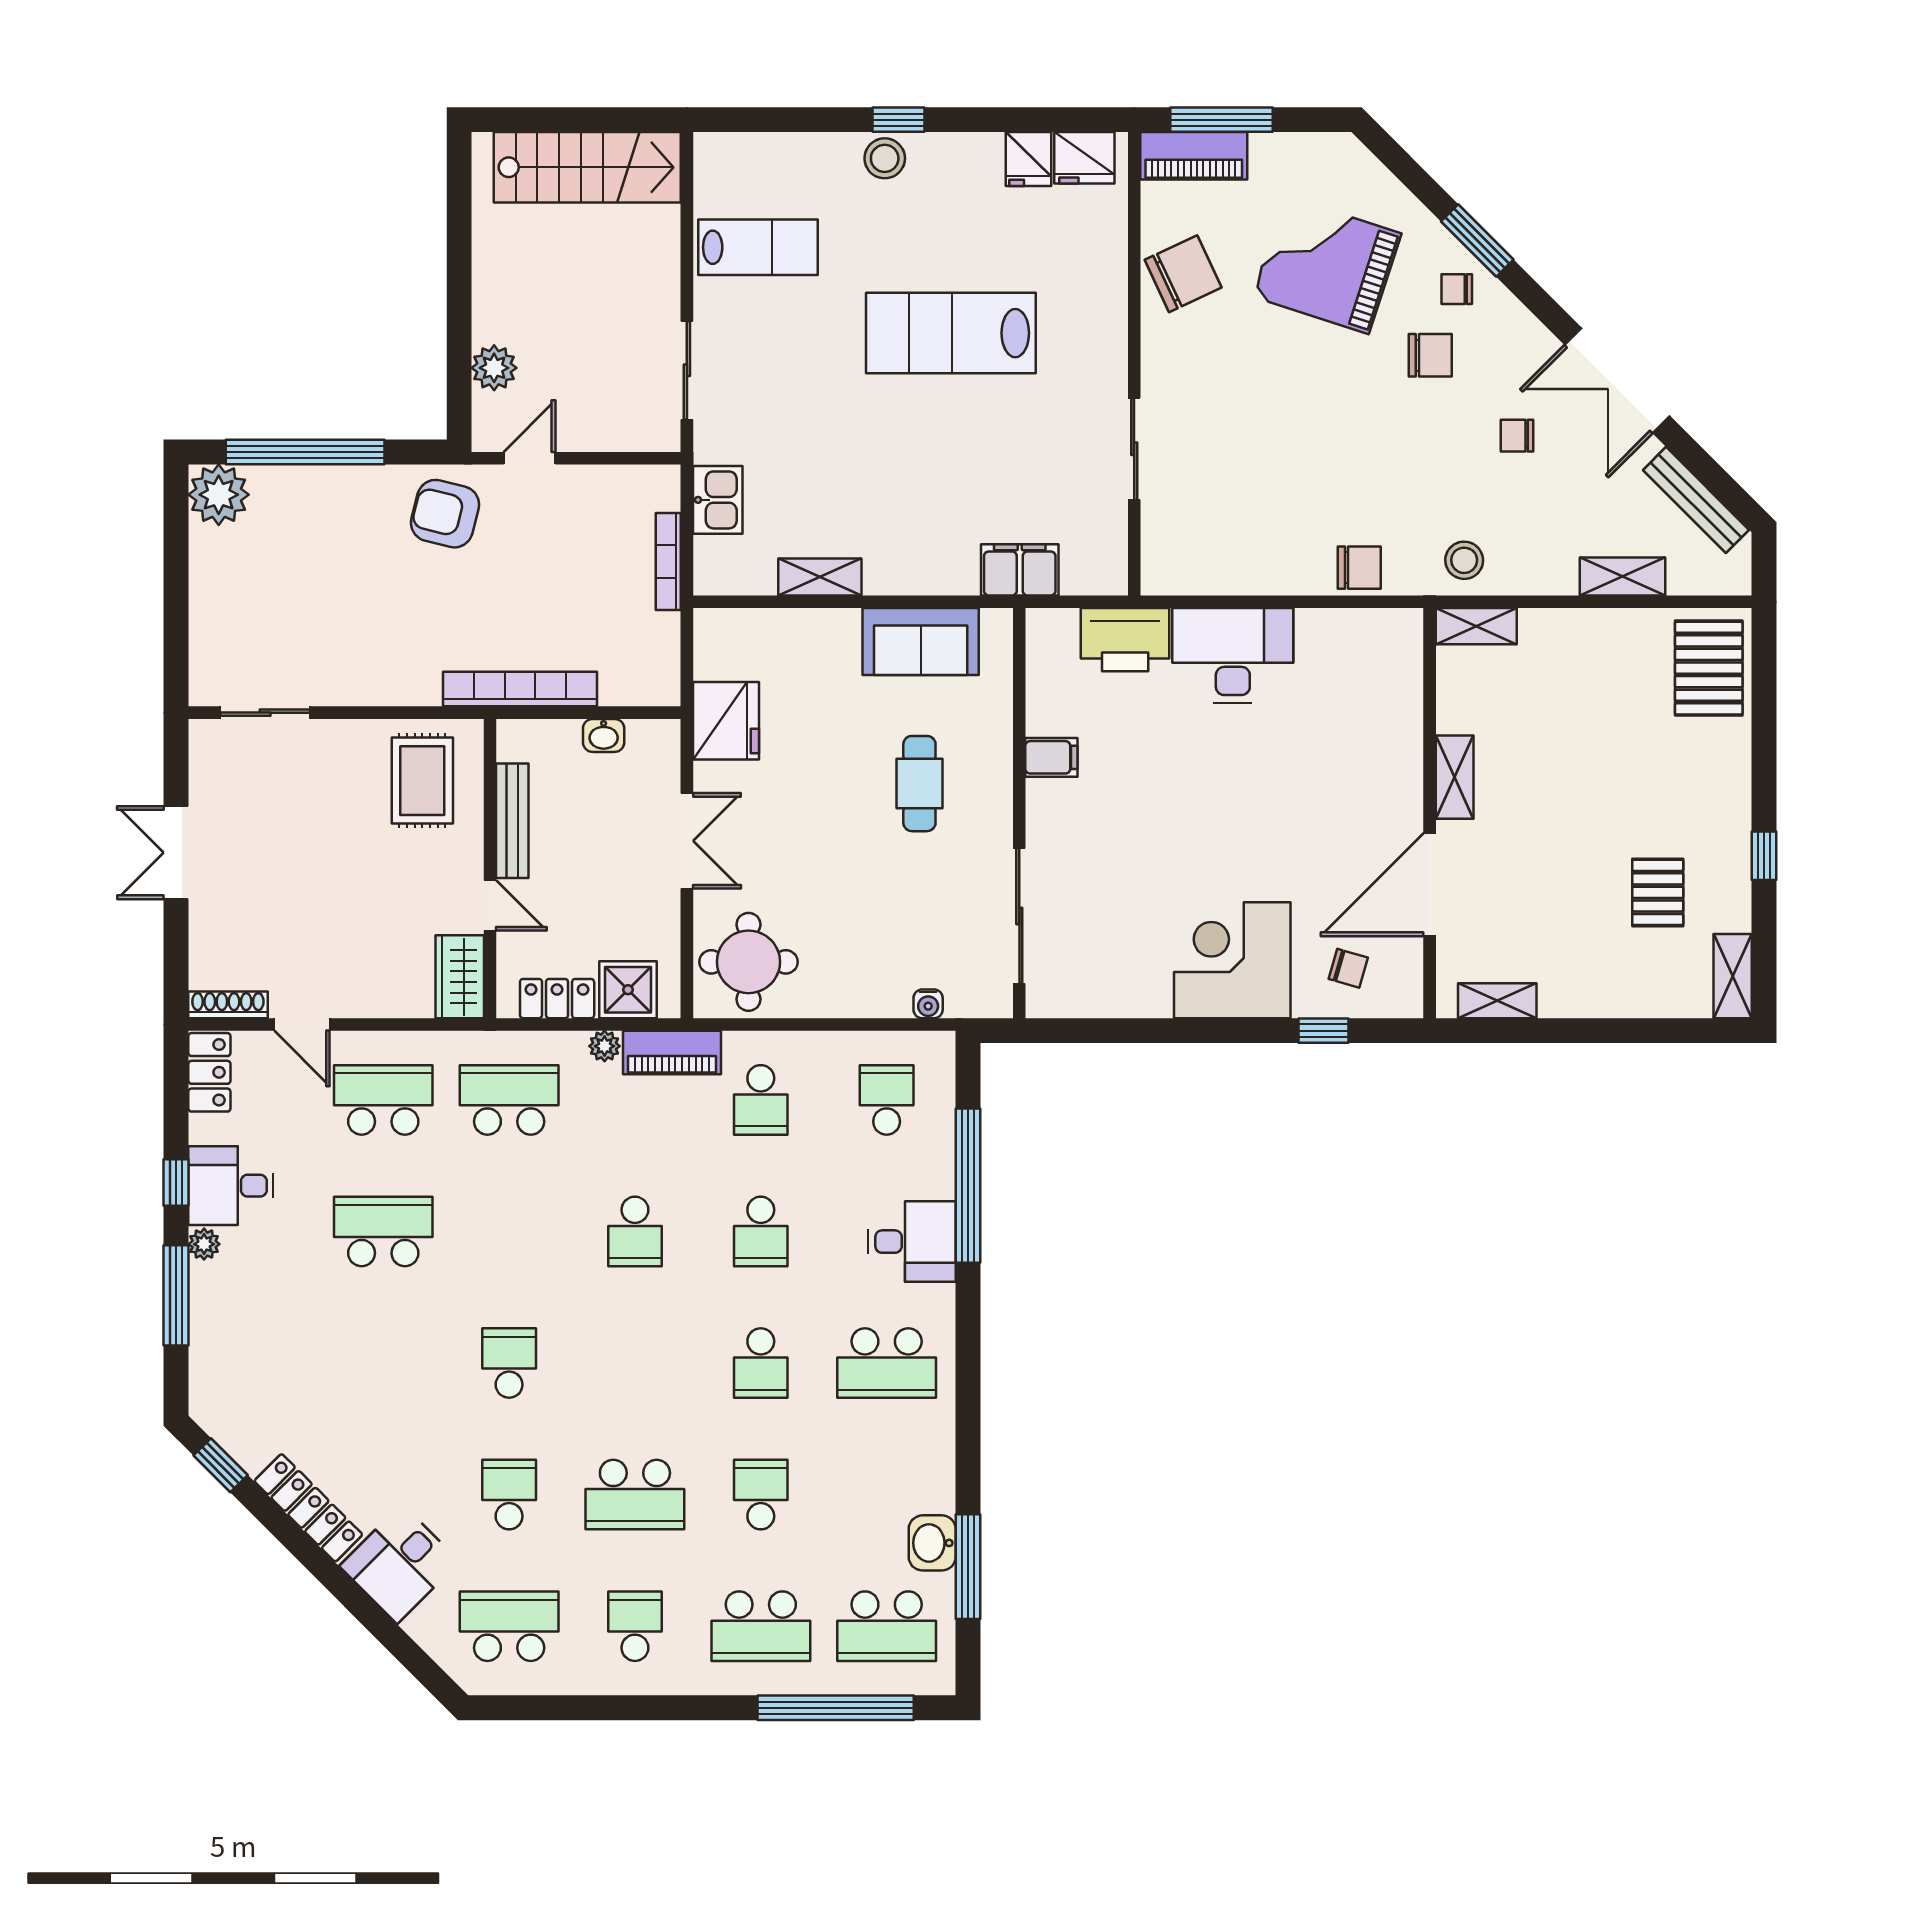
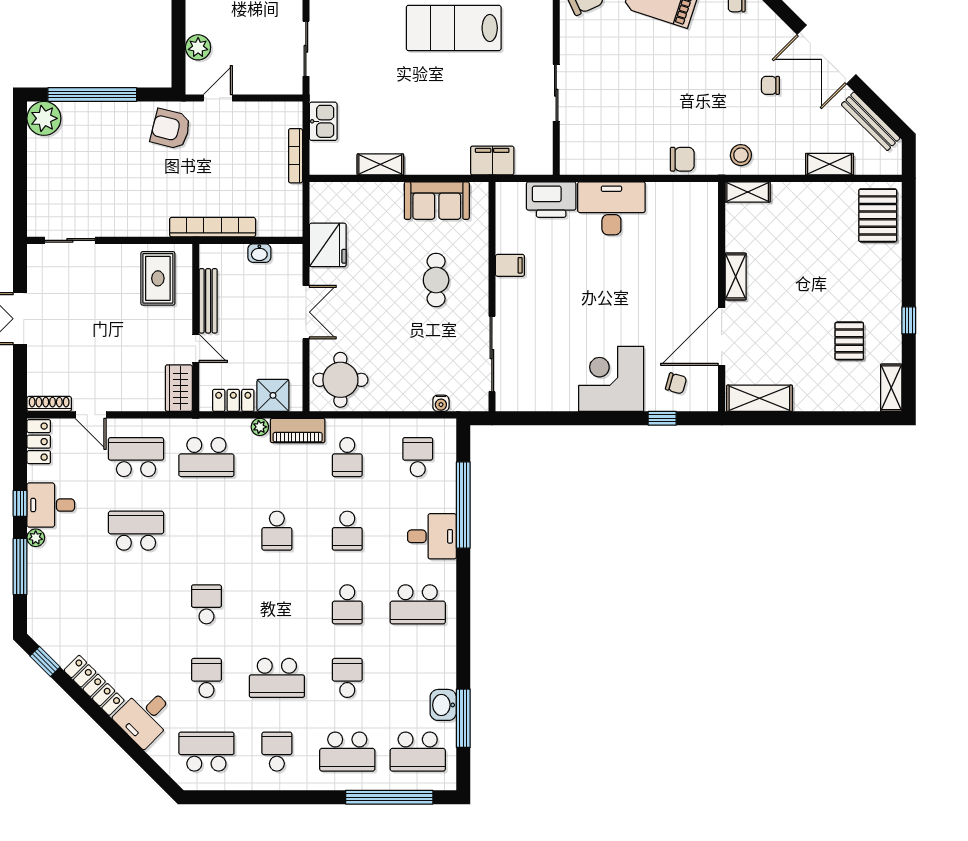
chair: (1430, 355) -> (722, 40), removed
shelving: (1497, 1001) -> (759, 398), width x1.50, depth x1.33
school desk: (509, 1100) -> (206, 457), turned 180

